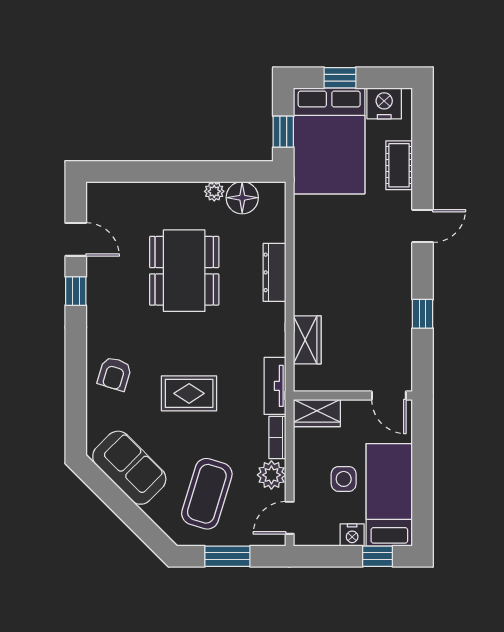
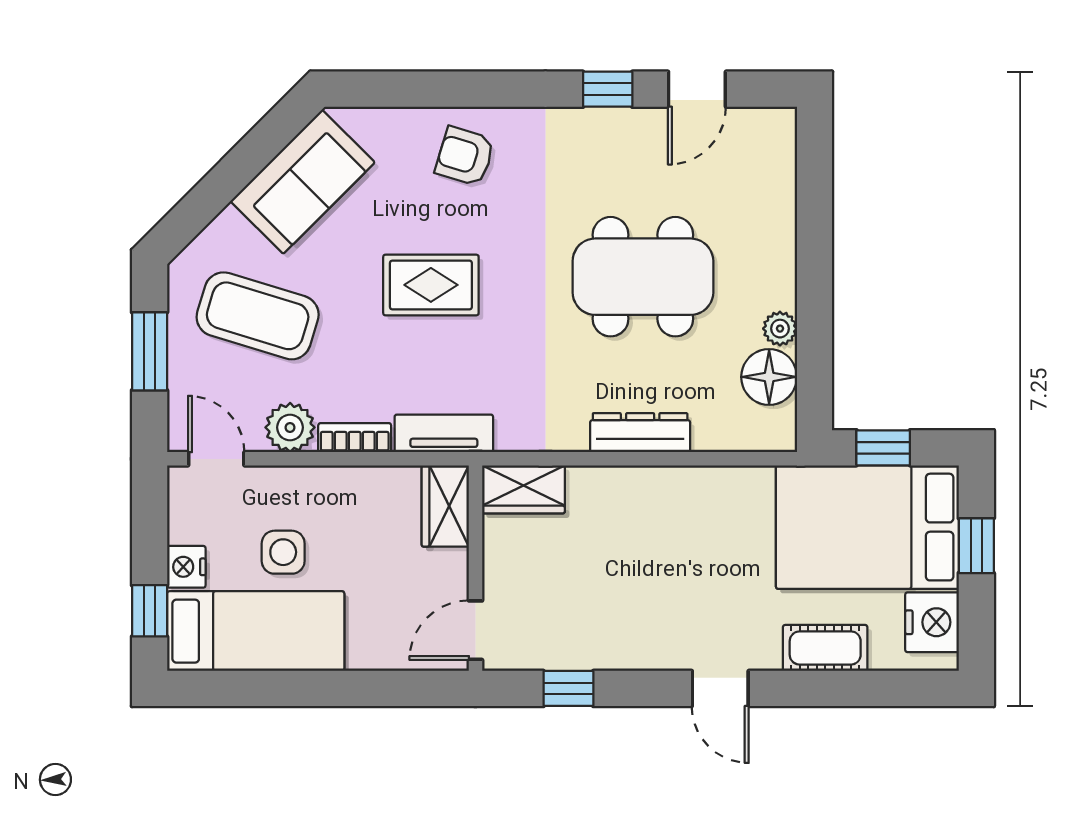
rug: (189, 393) -> (431, 285), turned 90
wall: (353, 395) -> (475, 568), moved
door: (389, 395) -> (475, 630), moved
wardrobe: (317, 413) -> (445, 506), moved

